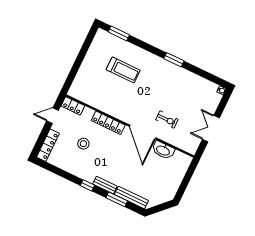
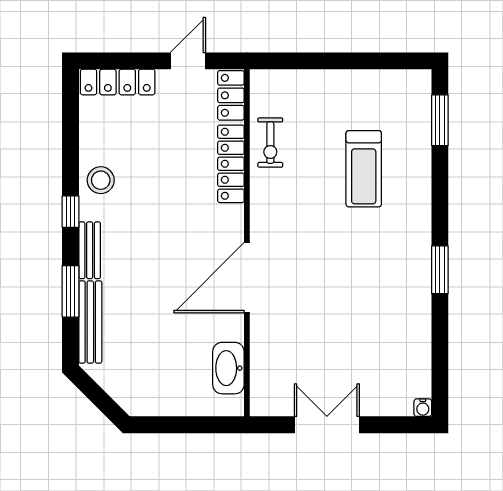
door: (53, 116) -> (188, 61), hinge flipped
exercise bike: (167, 120) -> (270, 143), moved
locker: (108, 123) -> (231, 164), moved
stool: (83, 144) -> (101, 180), moved
washbasin: (163, 150) -> (228, 368), moved

